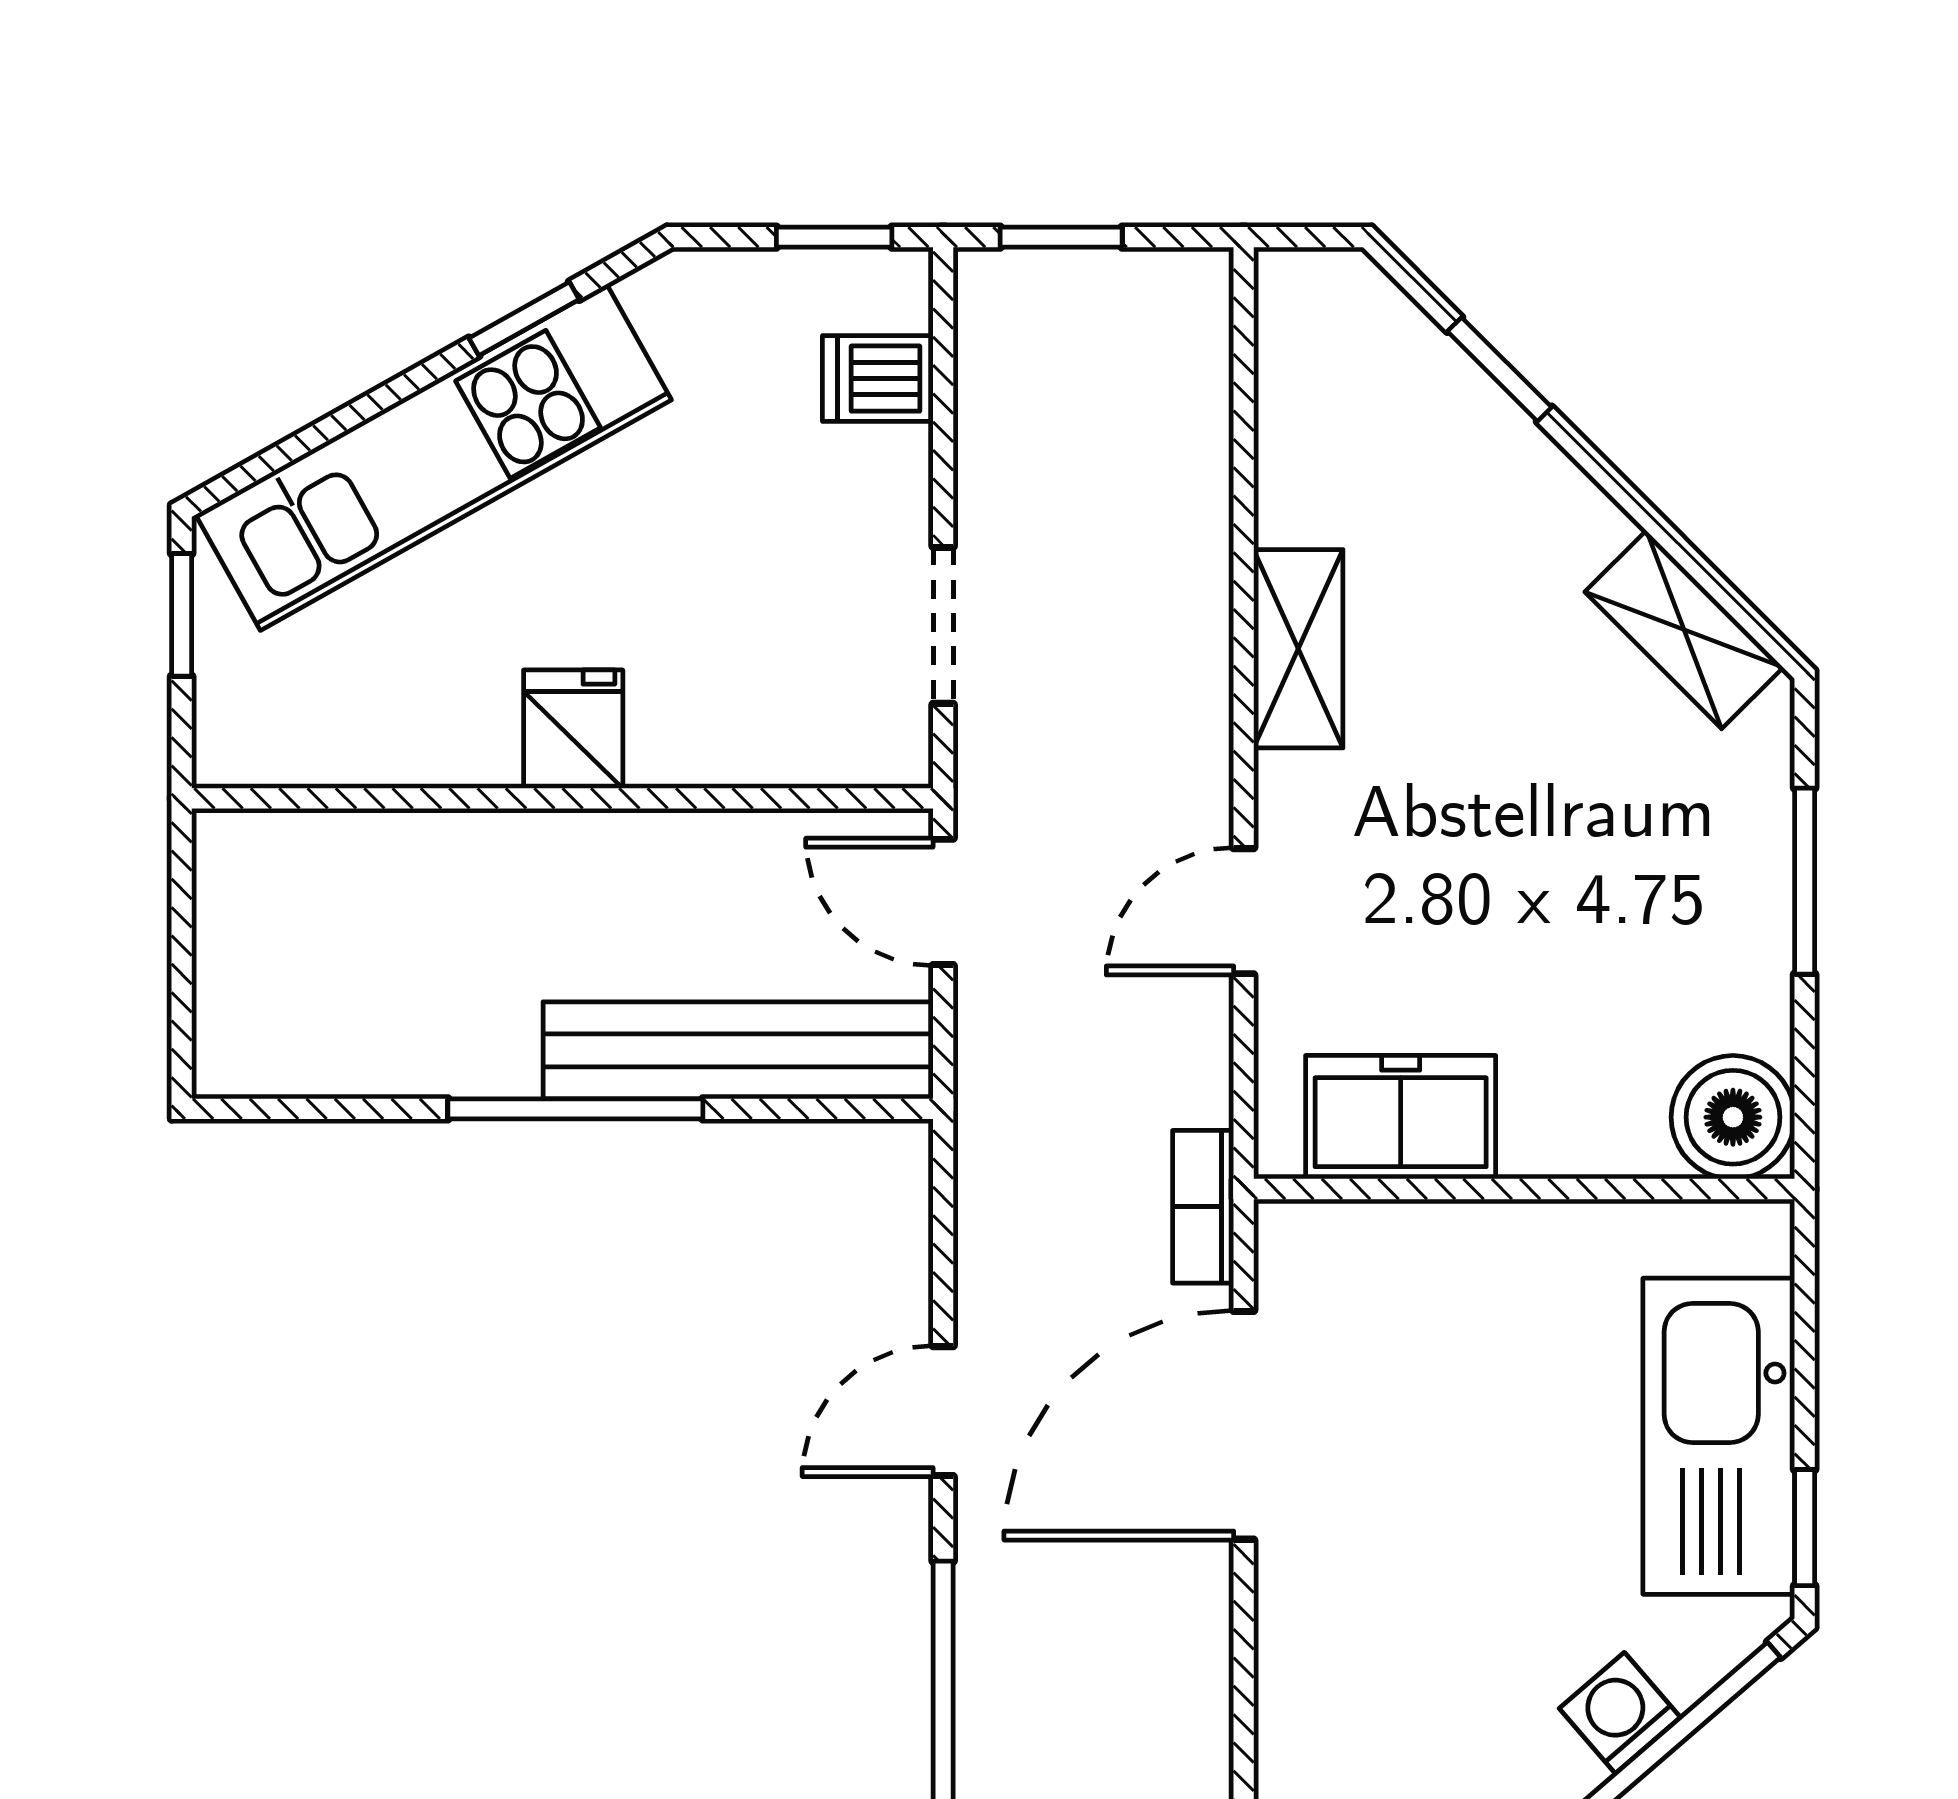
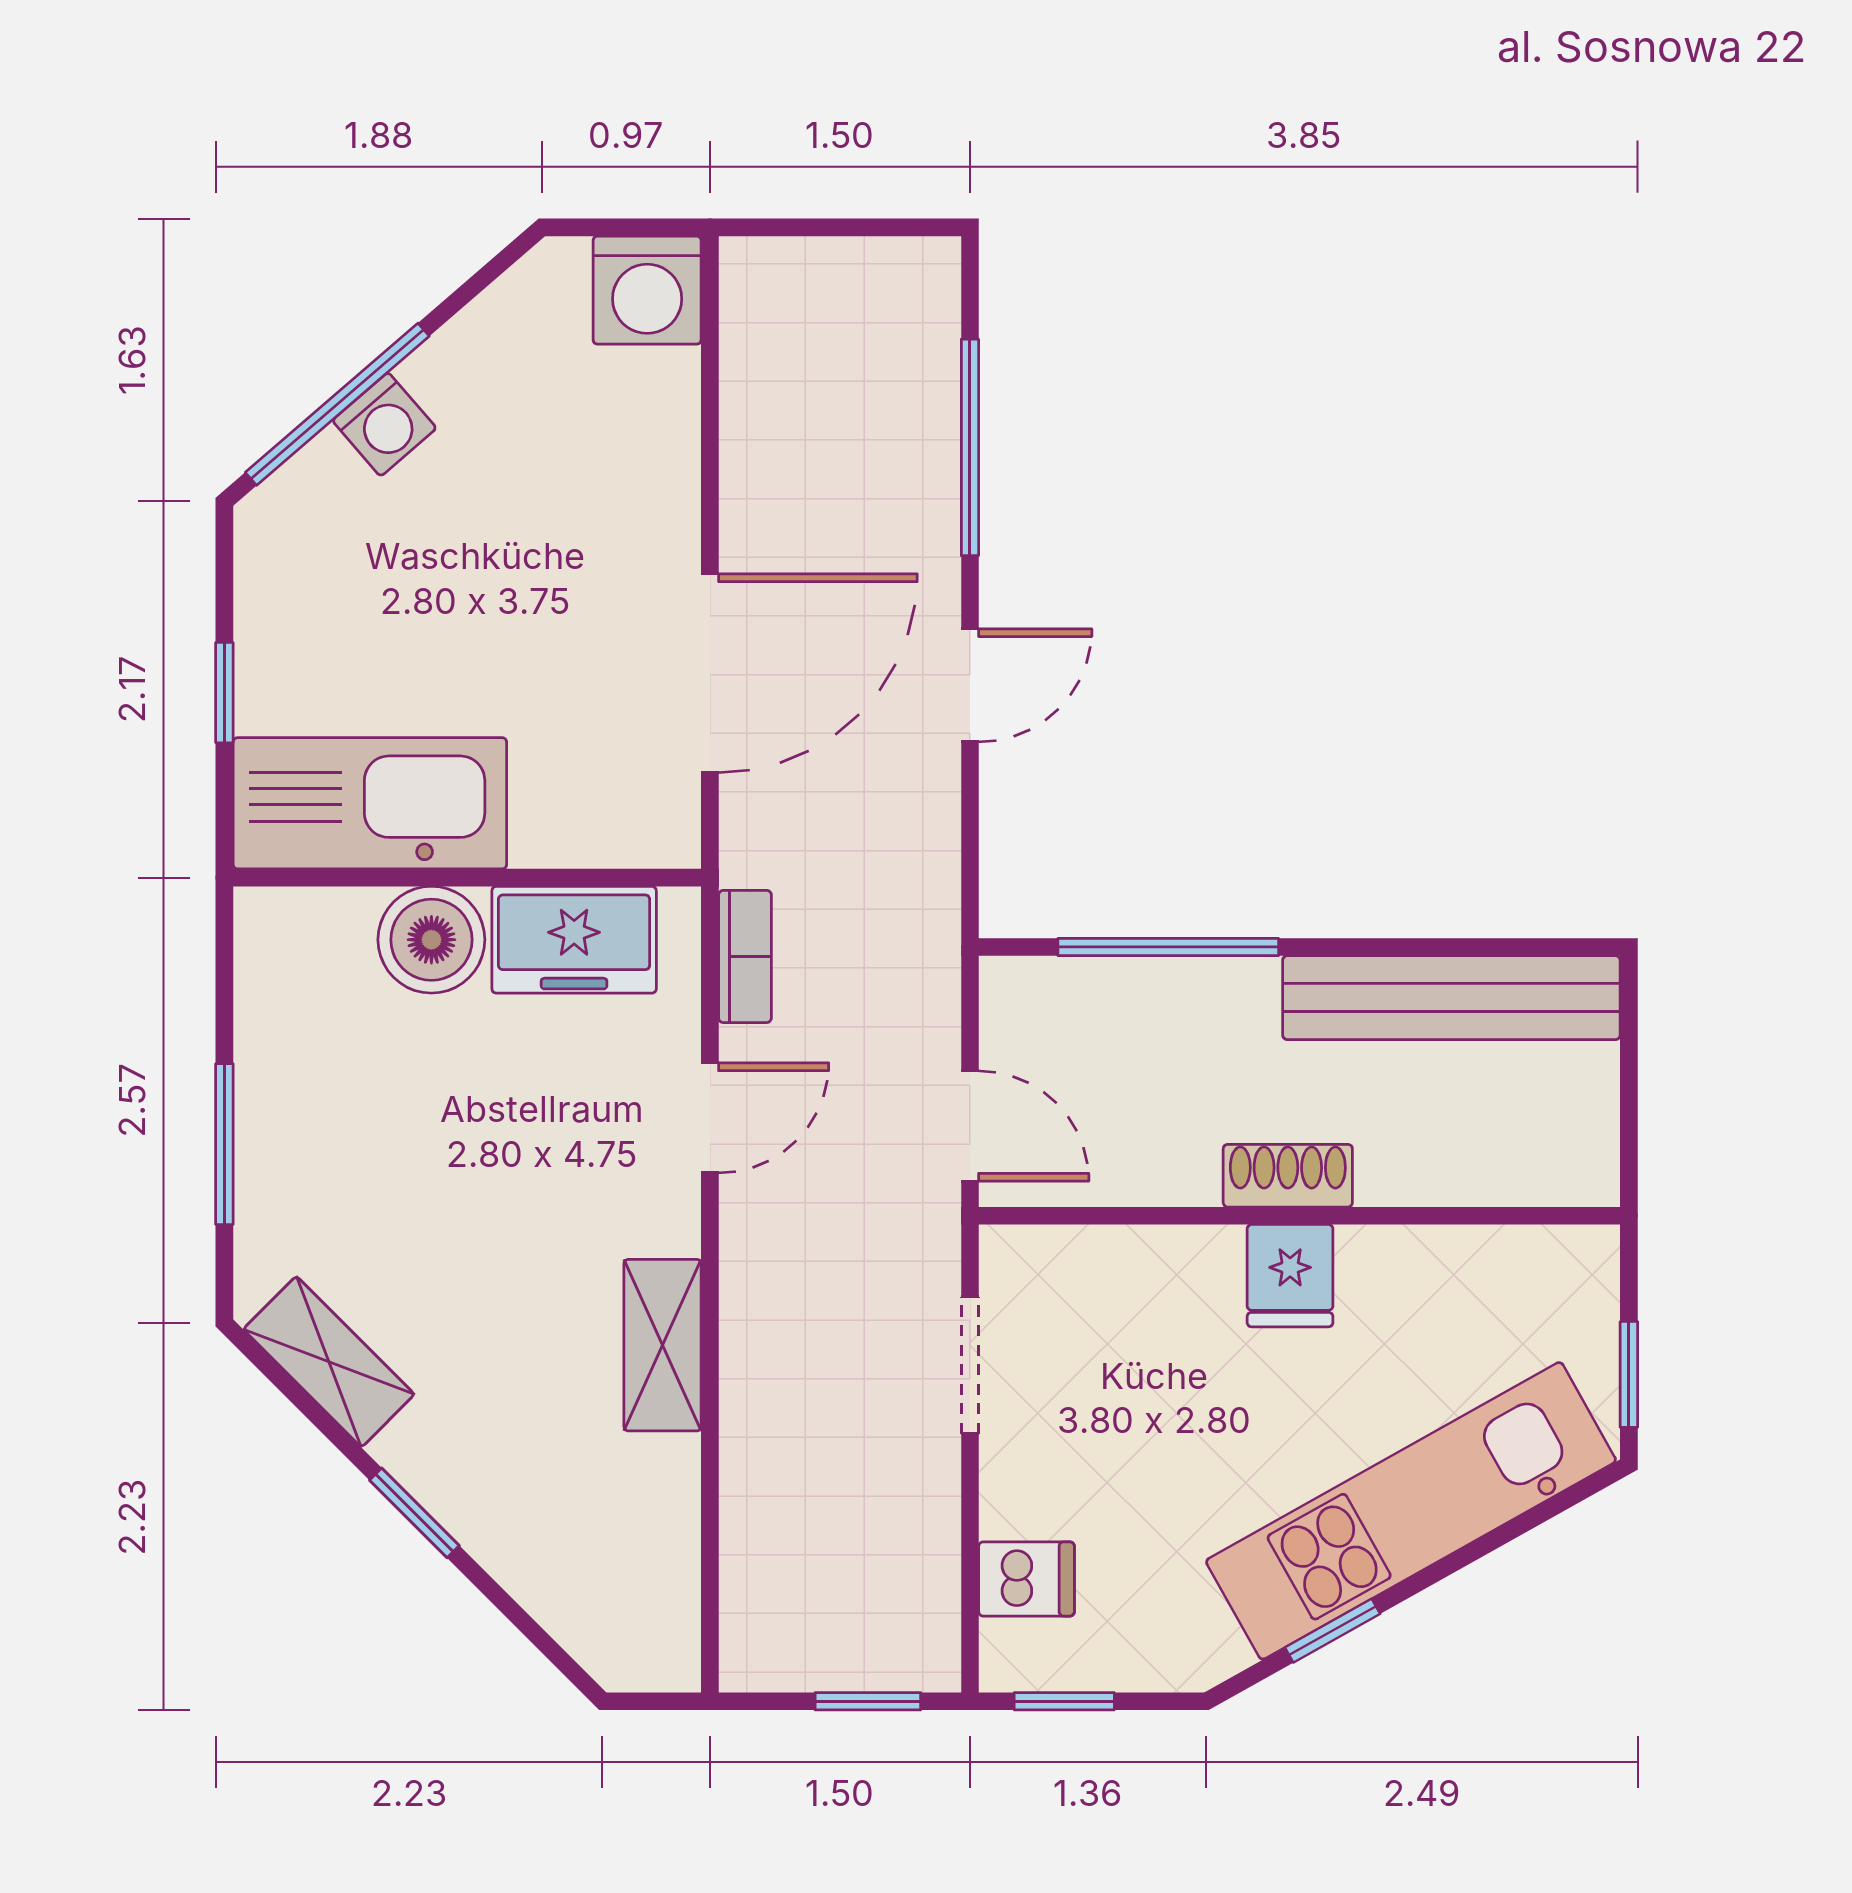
window: (1500, 369) -> (414, 1513), moved
shoe rack: (576, 845) -> (1288, 1176), added
bench: (738, 1050) -> (1451, 998), moved
window: (575, 1109) -> (1168, 947), moved
boiler: (1733, 1117) -> (431, 940), moved
bookcase: (1203, 1207) -> (745, 956), moved
kitchen sink: (1719, 1436) -> (370, 803), moved, turned -90
window: (1805, 1528) -> (224, 693), moved

